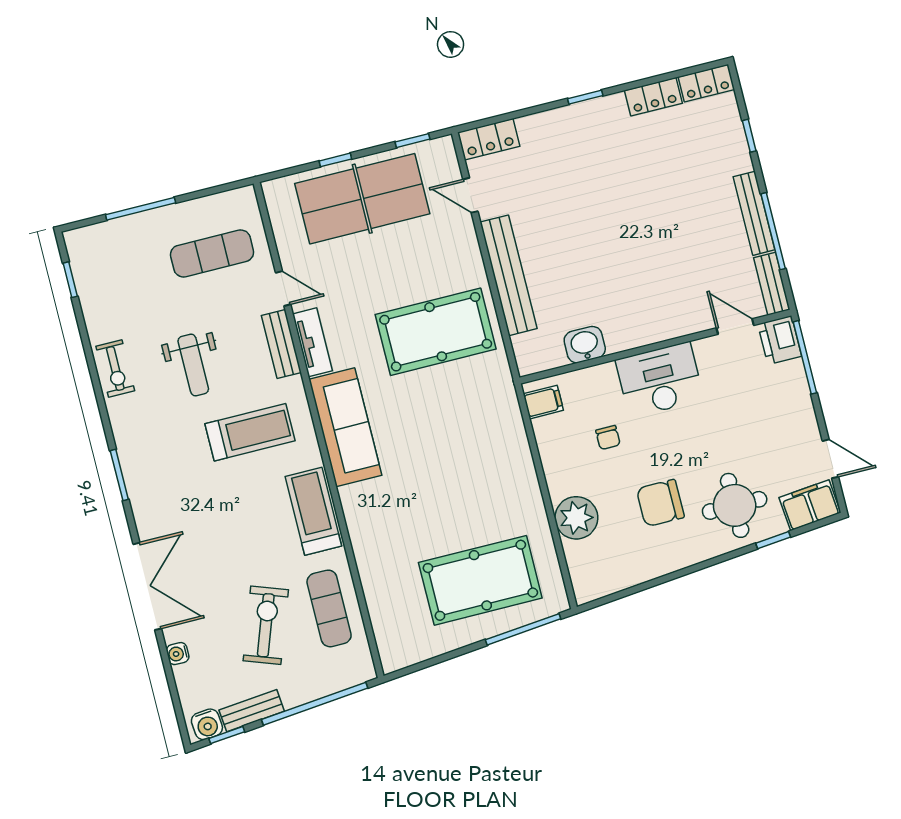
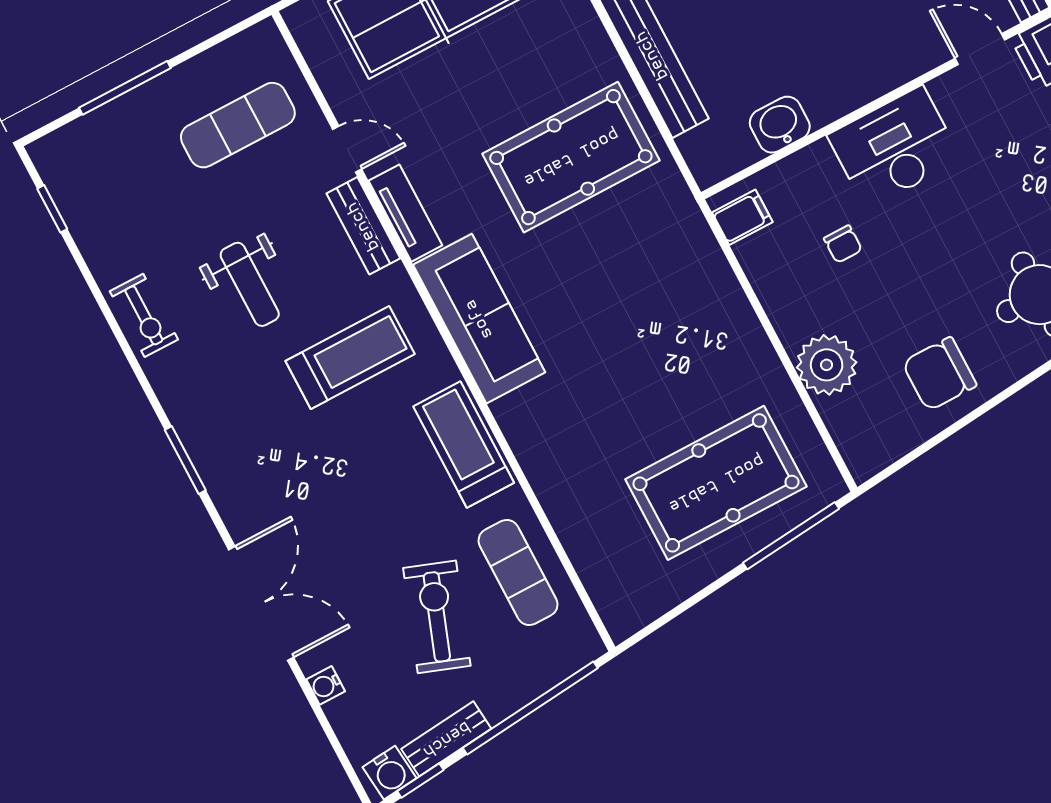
chair: (660, 503) -> (939, 374), moved

